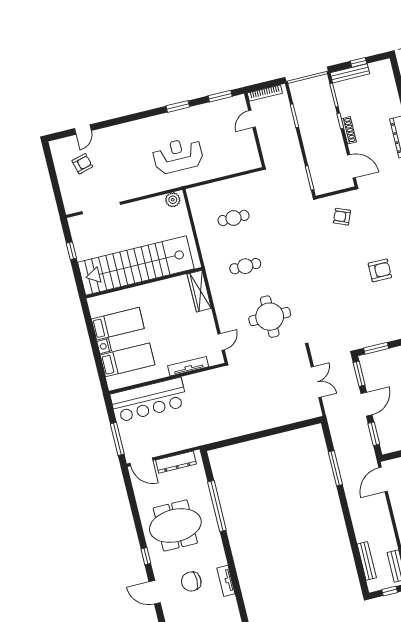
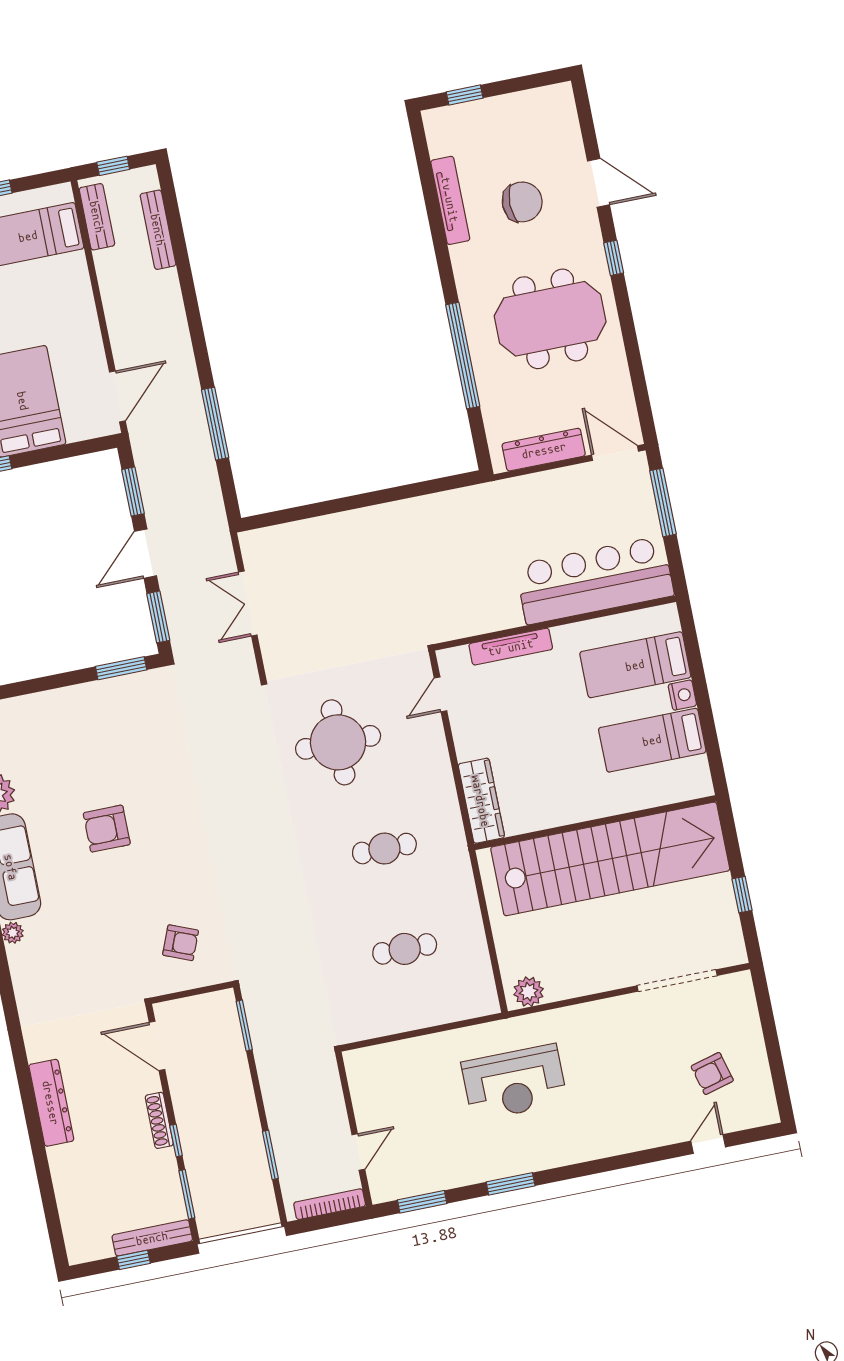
tv unit: (226, 581) -> (450, 200), width x1.41

